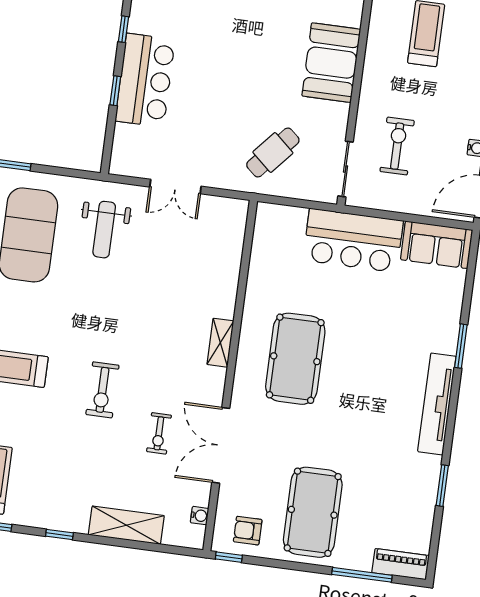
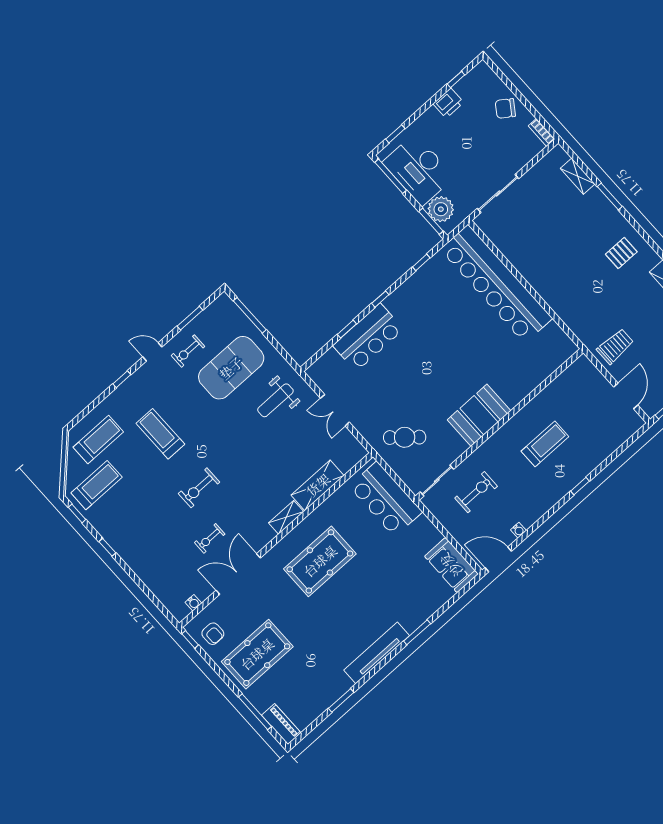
bar counter: (353, 240) -> (386, 499), moved
shelving: (126, 525) -> (318, 485), moved, turned 90
armchair: (248, 531) -> (213, 634), turned 180

